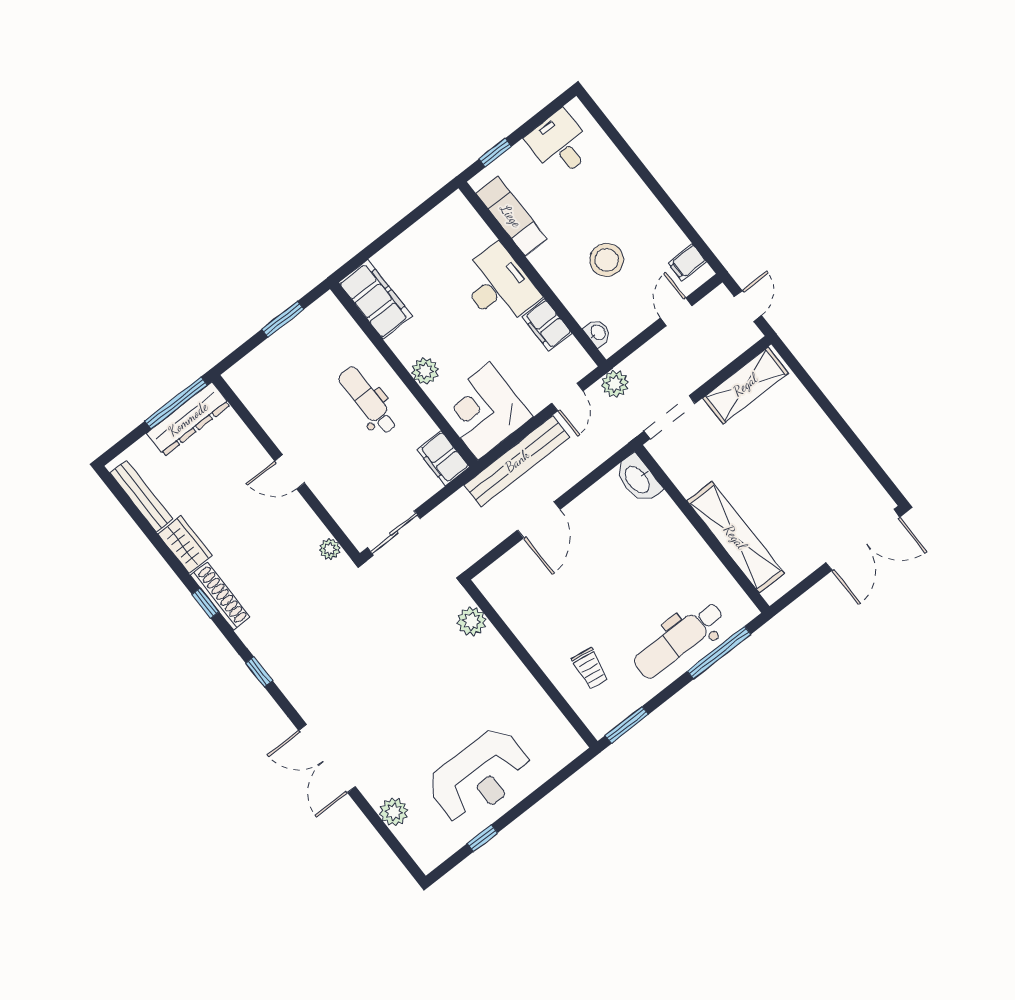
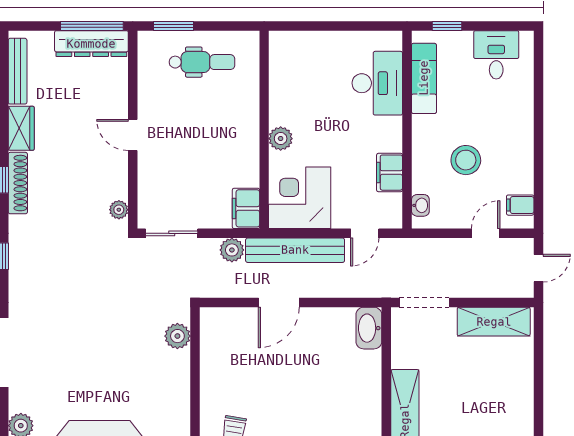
desk: (498, 286) -> (377, 83), moved
filing cabinet: (375, 299) -> (285, 62), removed
window: (283, 319) -> (173, 26), moved
plant: (615, 384) -> (232, 250), moved
dental chair: (368, 400) -> (202, 62), moved, turned 90

